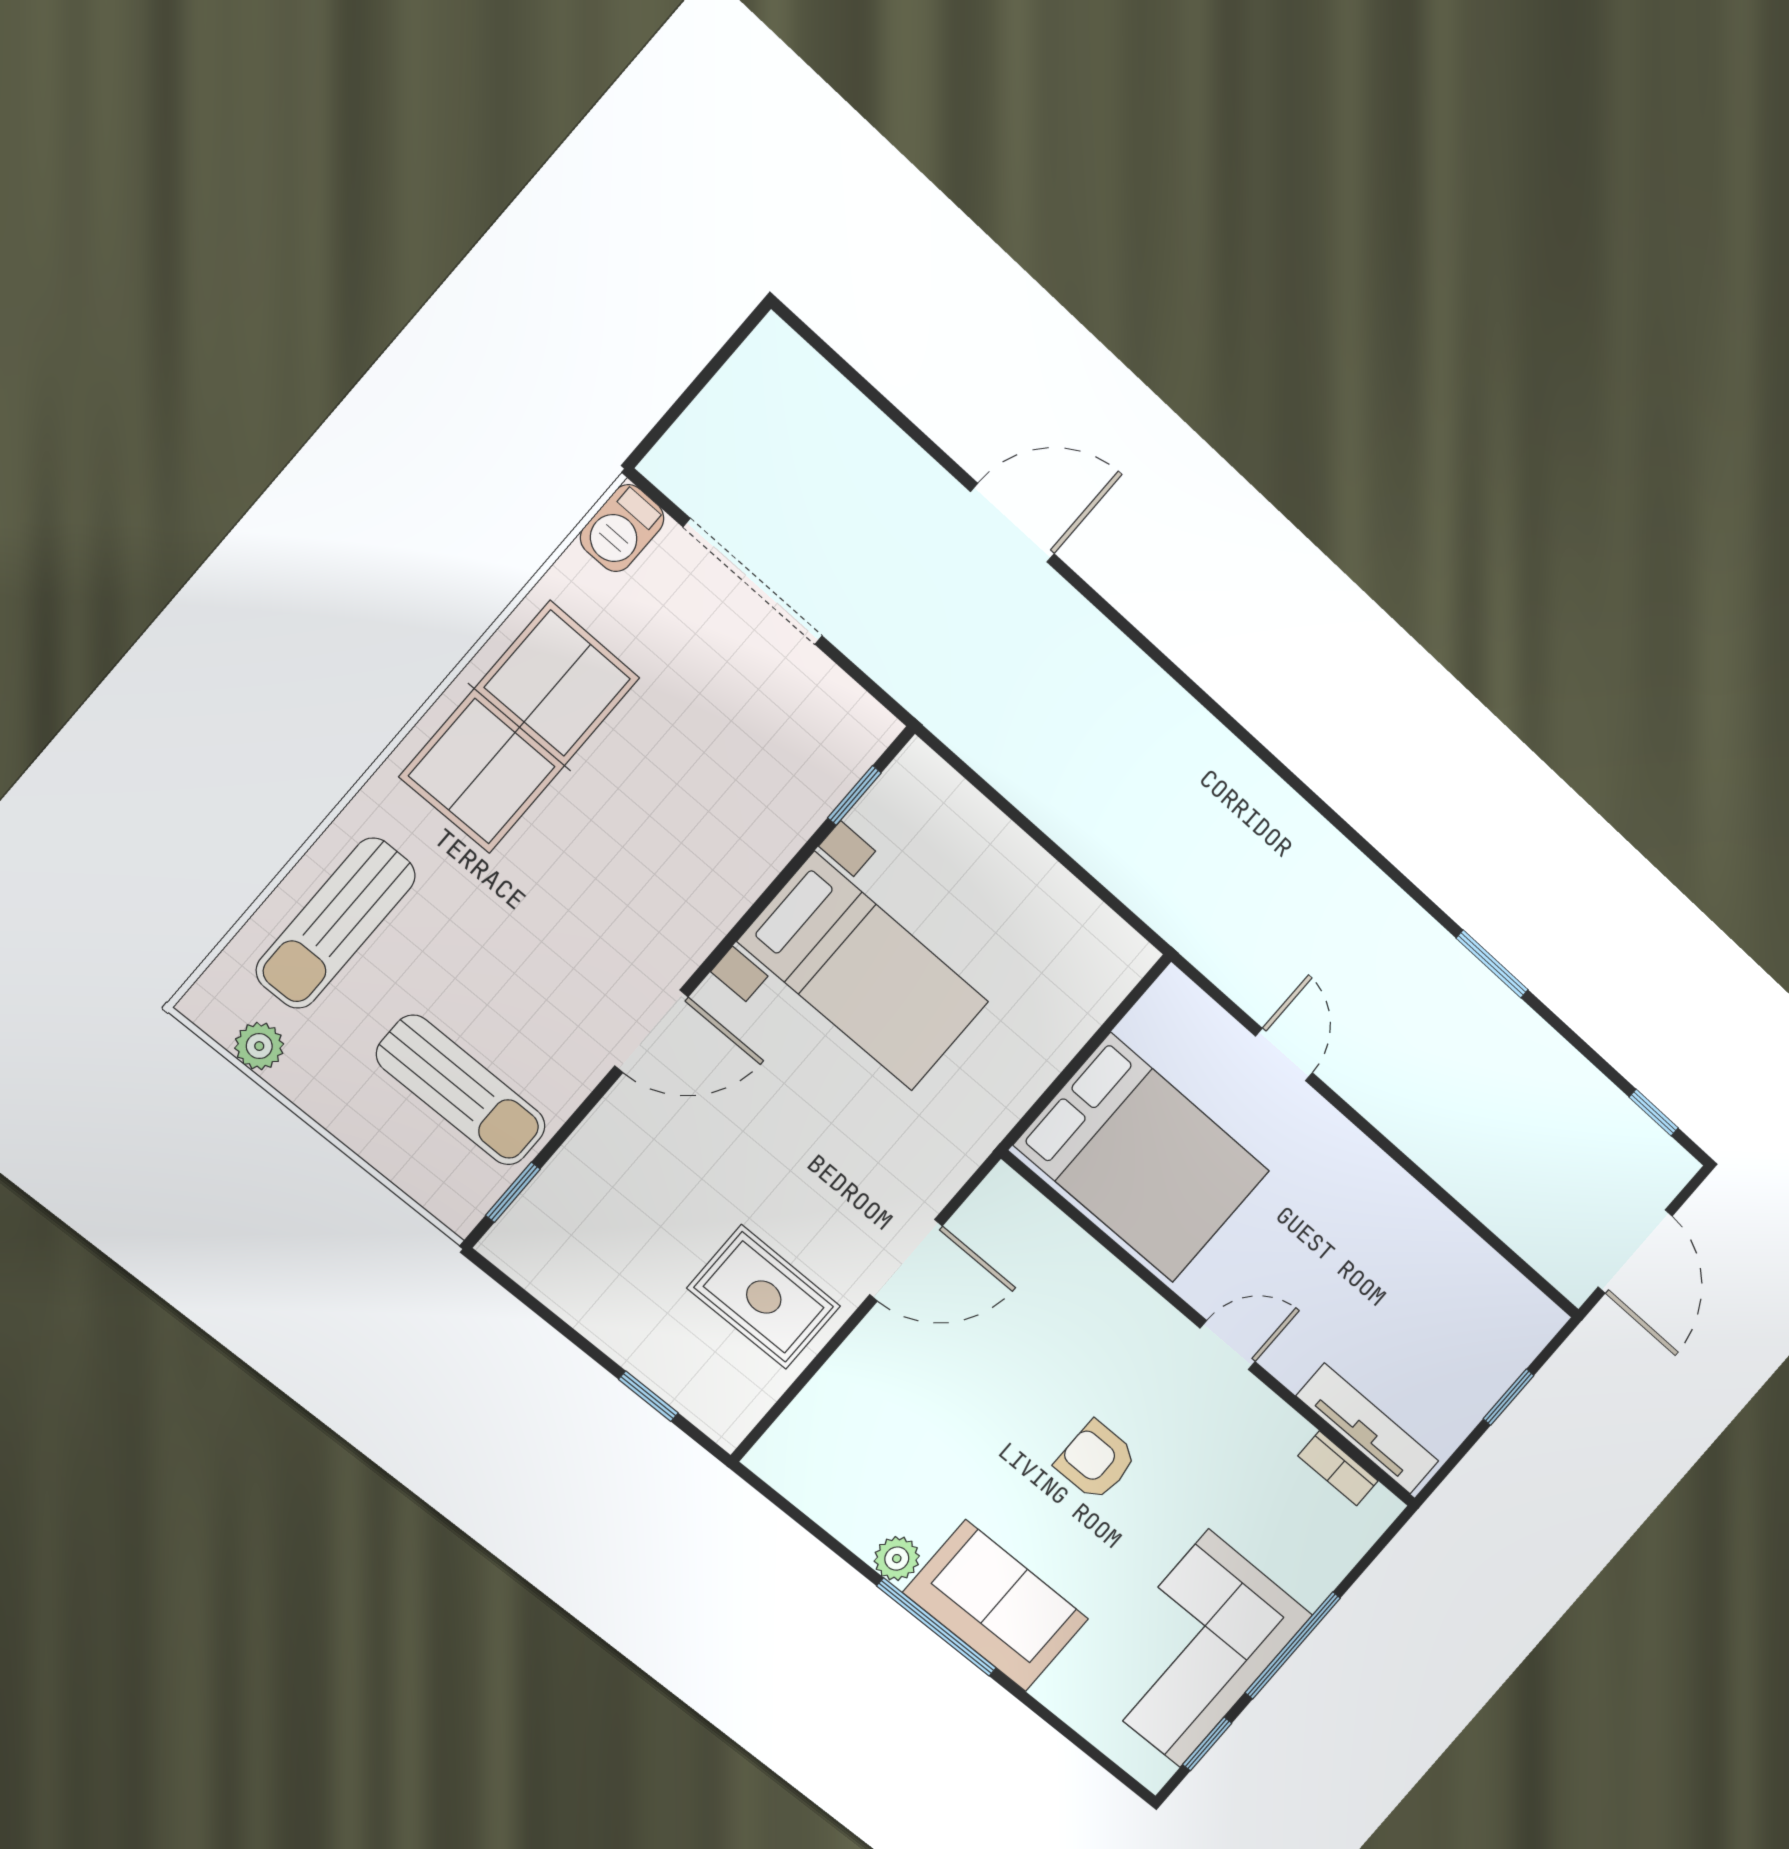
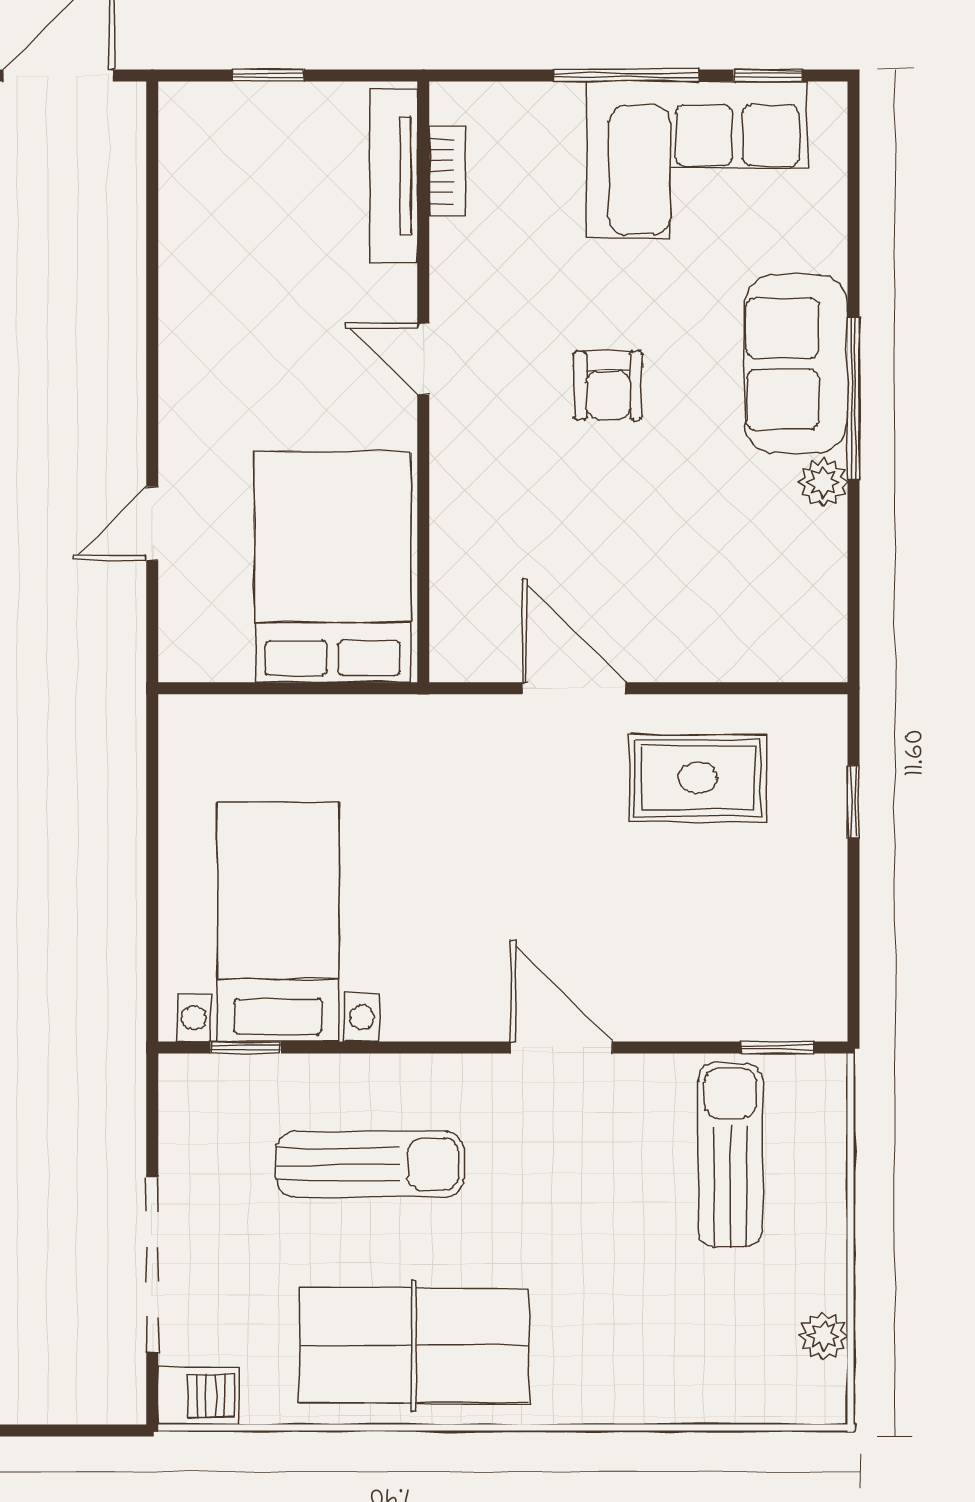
sun lounger: (336, 923) -> (370, 1164), moved
bed with nightstands: (863, 972) -> (278, 922), moved
rug: (764, 1297) -> (698, 778), turned 90

